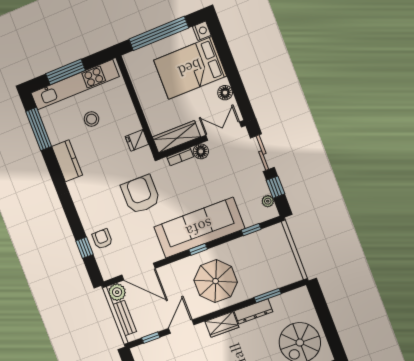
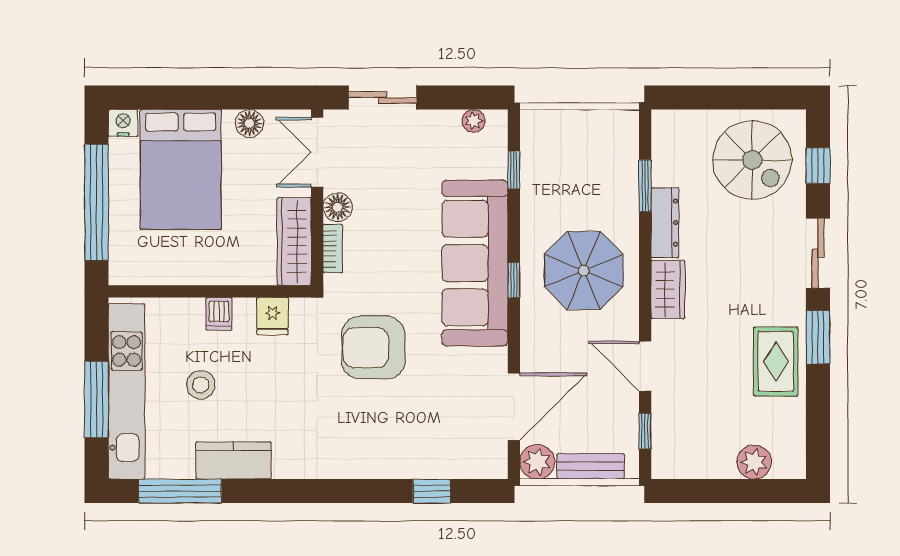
dishwasher: (128, 114) -> (219, 314), added
kitchen counter: (67, 161) -> (234, 460), moved
window: (276, 187) -> (454, 97), removed
armchair: (102, 239) -> (428, 451), removed

